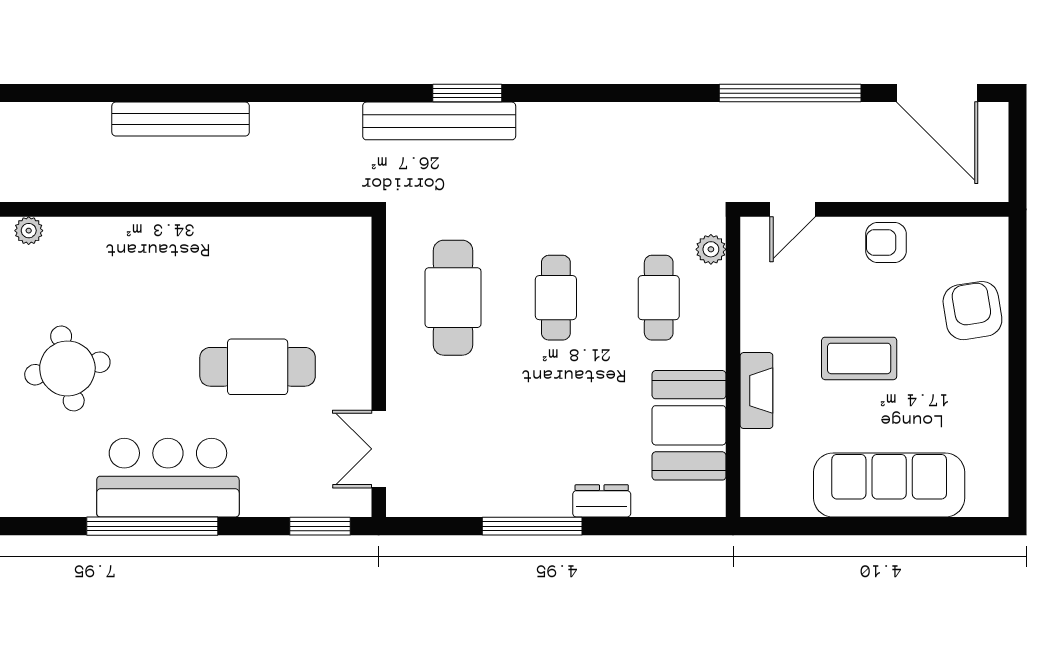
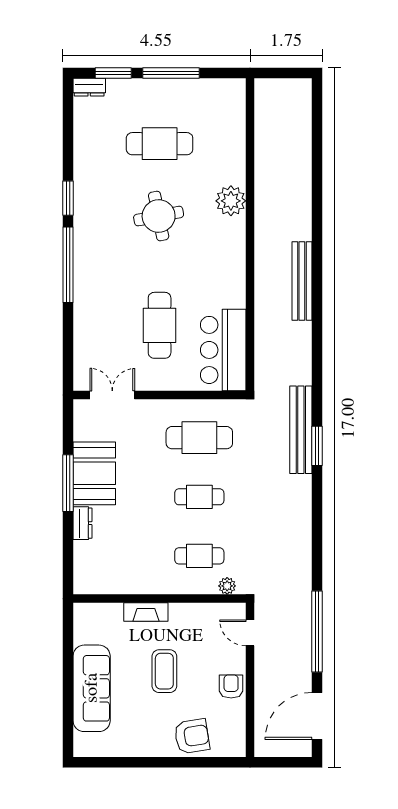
plant: (29, 231) -> (231, 201), width x1.88, depth x1.88
booth: (689, 425) -> (94, 473), moved, turned 90
bar counter: (168, 478) -> (223, 350), moved, turned 180
window: (320, 526) -> (68, 198), moved

